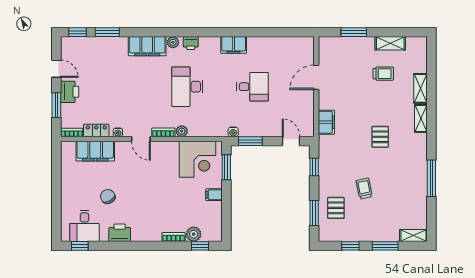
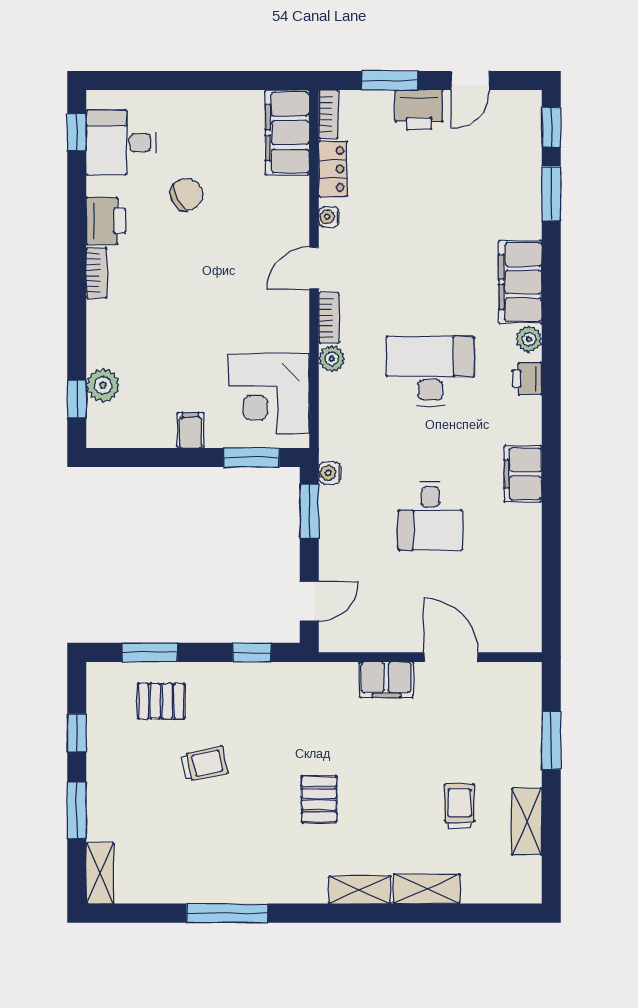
trolley: (383, 74) -> (459, 806), turned 180
filing cabinet: (326, 122) -> (386, 680), moved
pallet: (380, 137) -> (319, 799), turned 90
filing cabinet: (95, 151) -> (287, 133), moved
bookcase: (174, 237) -> (96, 273), moved

